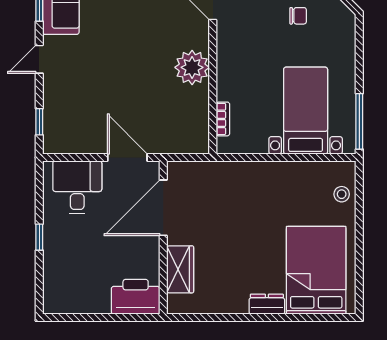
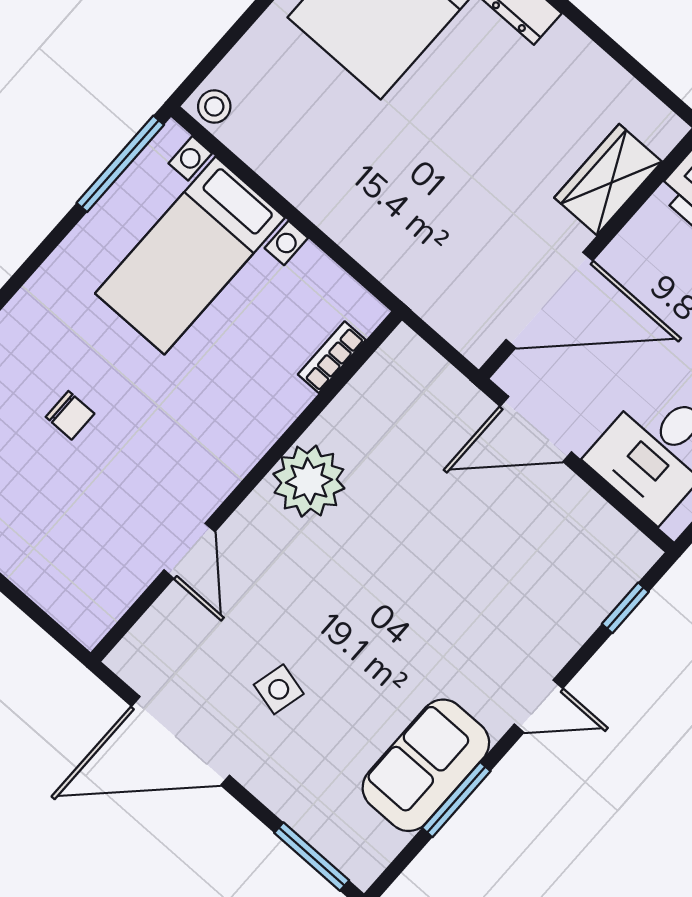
chair: (298, 16) -> (70, 415), turned 180
door: (127, 157) -> (536, 429), hinge flipped
stool: (342, 194) -> (214, 106), moved

